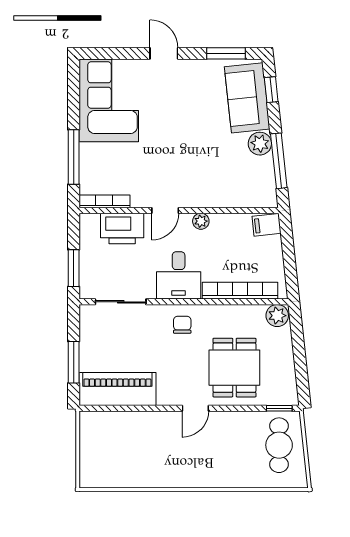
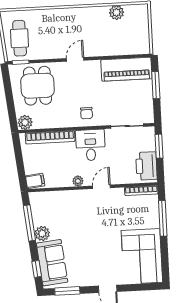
printer: (122, 229) -> (146, 166), moved, turned -90
dining table: (234, 368) -> (37, 86), moved
plant: (128, 477) -> (117, 12), added

